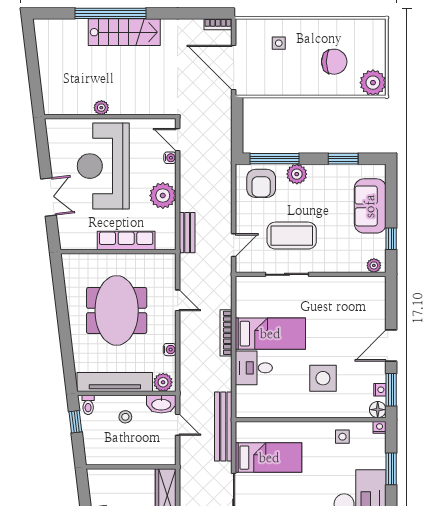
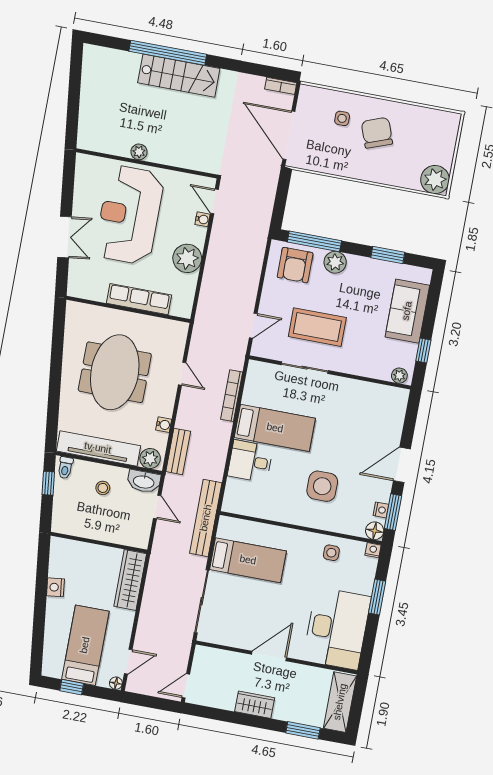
chair: (334, 62) -> (377, 133), moved, turned -110
bench: (187, 233) -> (178, 451), moved
bookcase: (226, 333) -> (232, 396), moved

